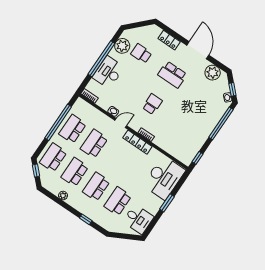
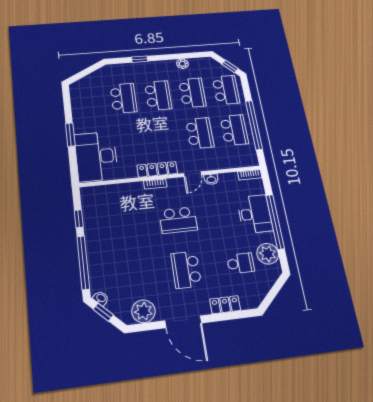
school desk: (172, 75) -> (186, 270), turned -90
school desk: (152, 104) -> (178, 220), width x1.85
window: (197, 158) -> (79, 219), moved
desk: (138, 219) -> (87, 97), removed

